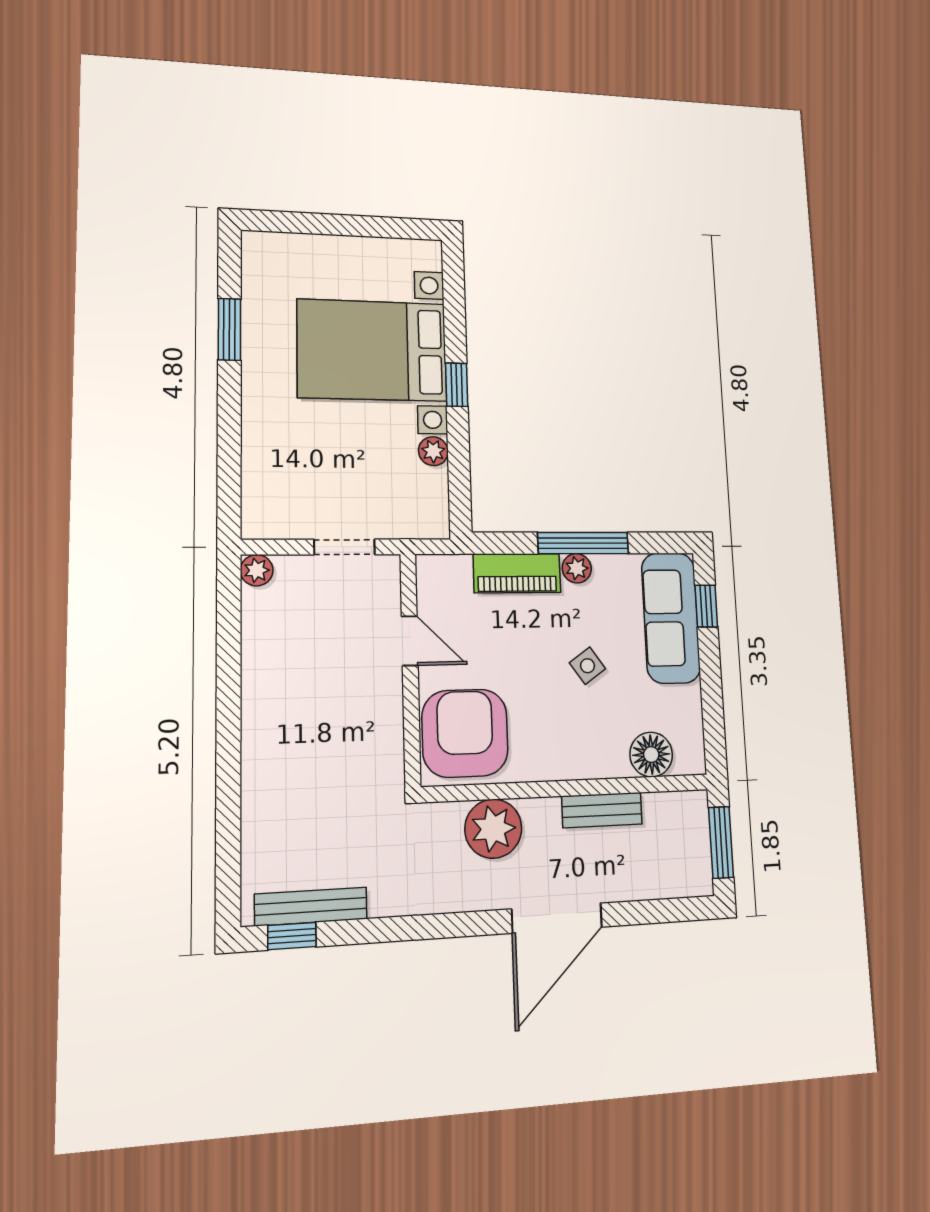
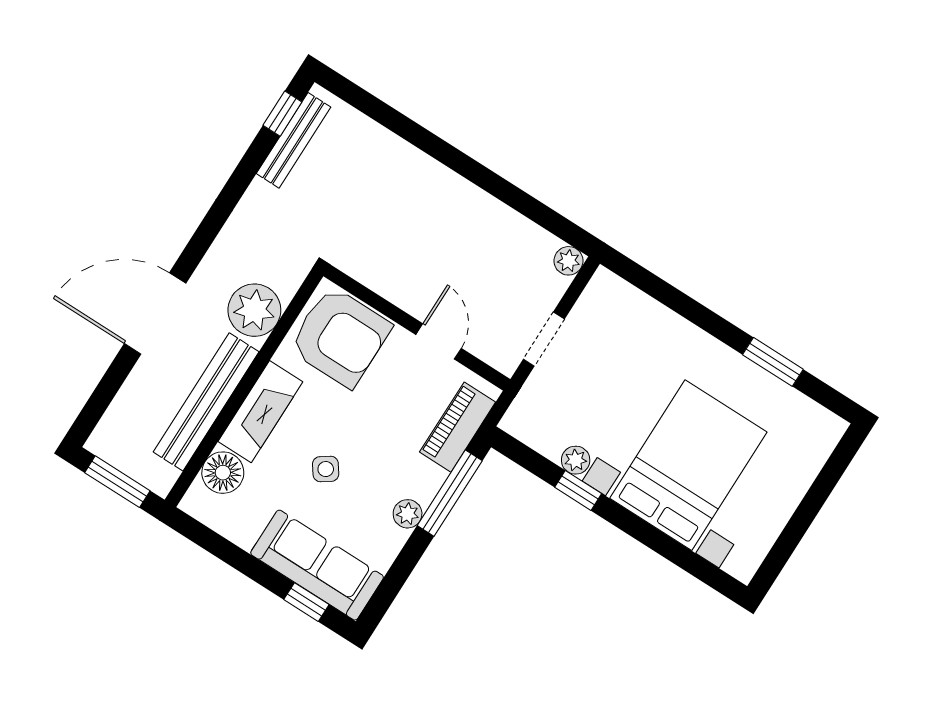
window: (457, 385) -> (578, 490), moved
window: (583, 543) -> (450, 493), moved
piano: (517, 573) -> (458, 427), moved
door: (410, 641) -> (439, 341), swing flipped
fireplace: (578, 759) -> (260, 412), added
bench: (602, 810) -> (206, 402), width x1.86, depth x1.21
door: (557, 918) -> (155, 313), hinge flipped

